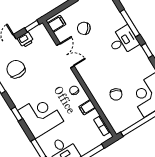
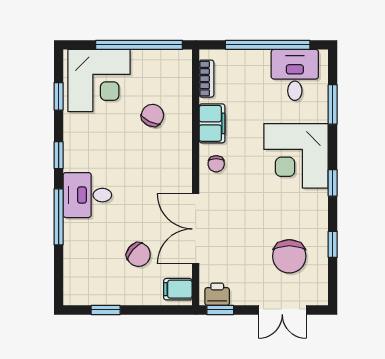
printer: (26, 40) -> (217, 294), moved
double door: (65, 56) -> (196, 229), width x1.37
filing cabinet: (87, 107) -> (212, 123), width x2.00

